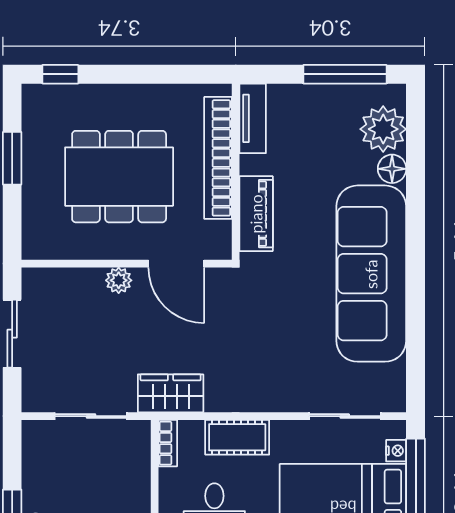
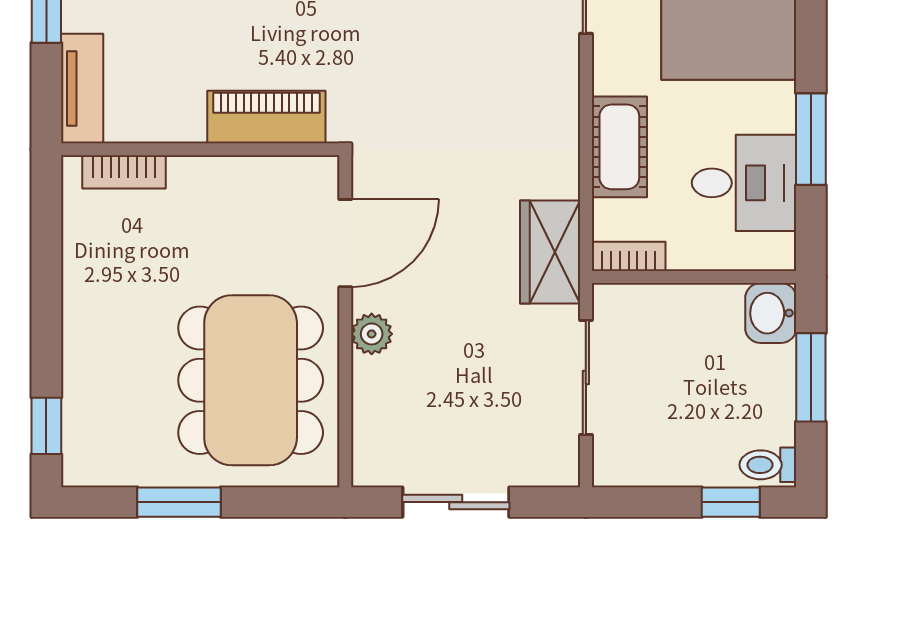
tv unit: (253, 118) -> (82, 88), moved, turned 90
bookcase: (218, 158) -> (124, 172), width x0.43, depth x0.76
dining table: (119, 177) -> (251, 380), moved

